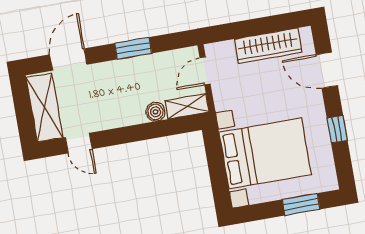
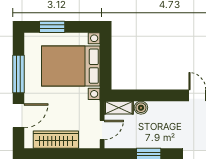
door: (327, 70) -> (19, 116), hinge flipped
window: (337, 129) -> (19, 74), width x2.17

